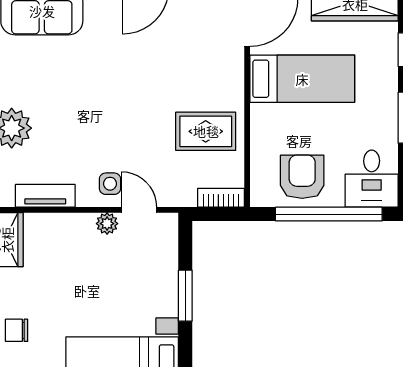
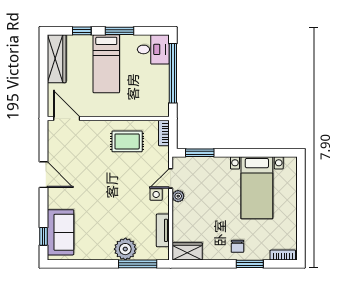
bed: (302, 79) -> (106, 64), moved, turned 180
rug: (206, 131) -> (127, 141), turned 90
armchair: (302, 177) -> (152, 88), removed
window: (185, 296) -> (200, 153), moved

